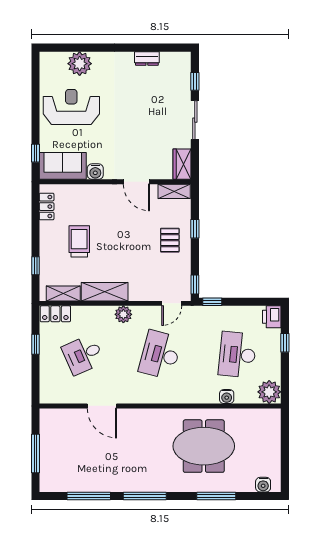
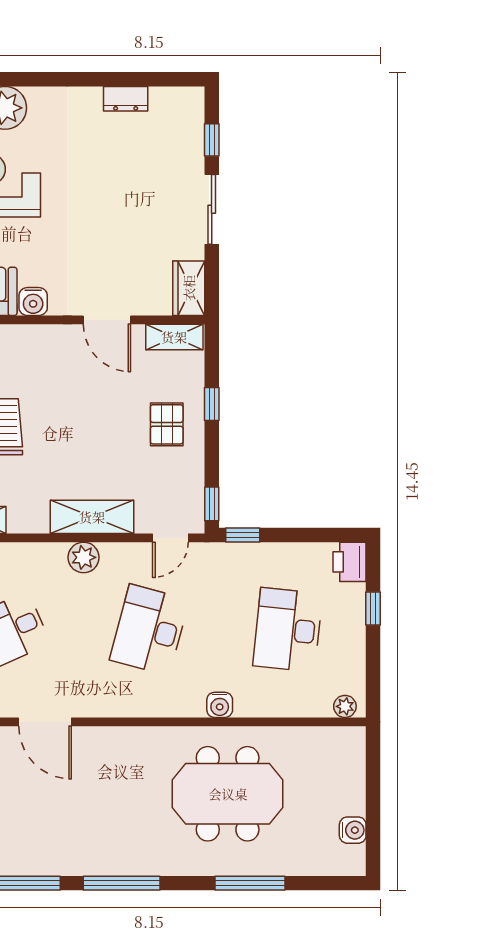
shelving: (105, 292) -> (92, 517), moved
plant: (269, 392) -> (345, 706), width x0.53, depth x0.53
water cooler: (227, 397) -> (220, 705), moved
water cooler: (263, 485) -> (353, 830), moved, turned -90

